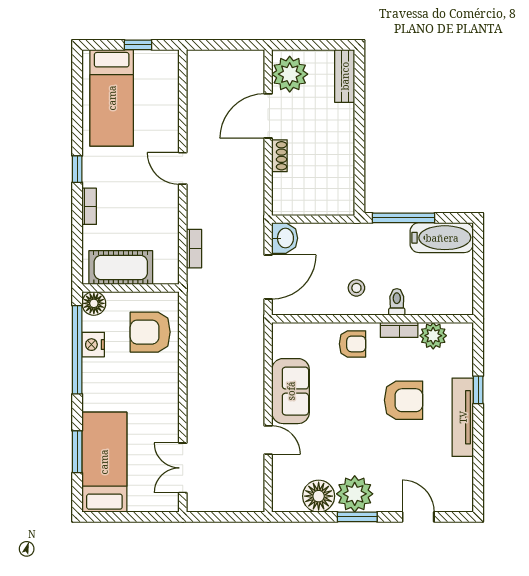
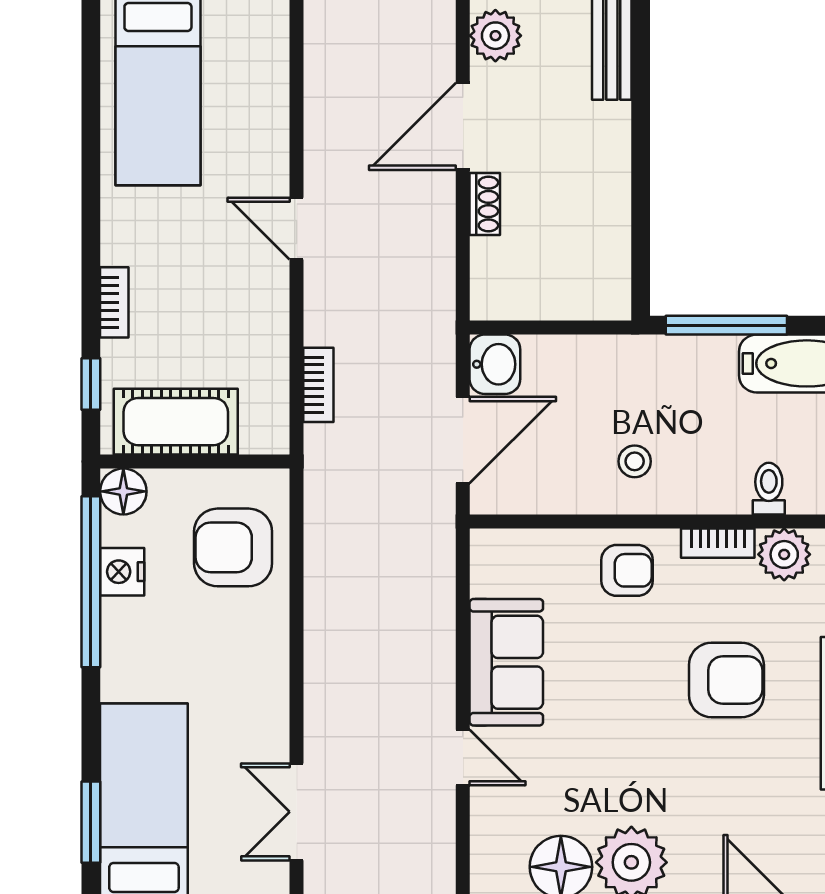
plant: (290, 74) -> (495, 36), width x0.73, depth x0.73
window: (77, 169) -> (91, 384), moved
toilet: (397, 302) -> (769, 489), moved
window: (77, 452) -> (91, 822), moved

